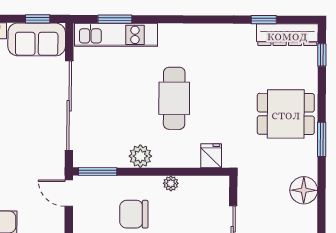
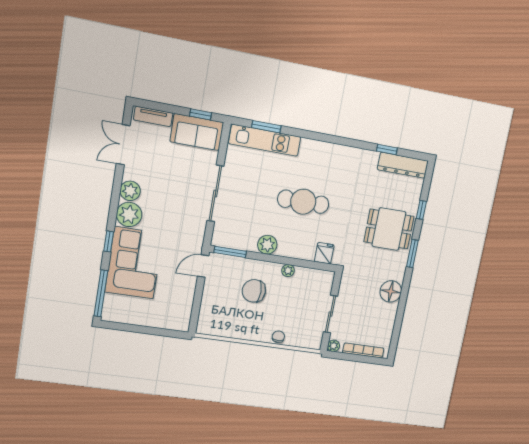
window: (322, 55) -> (421, 210), moved
cafe table: (174, 98) -> (303, 202), turned 90
sliding door: (69, 106) -> (215, 193), width x0.73
door: (69, 193) -> (203, 266), hinge flipped

